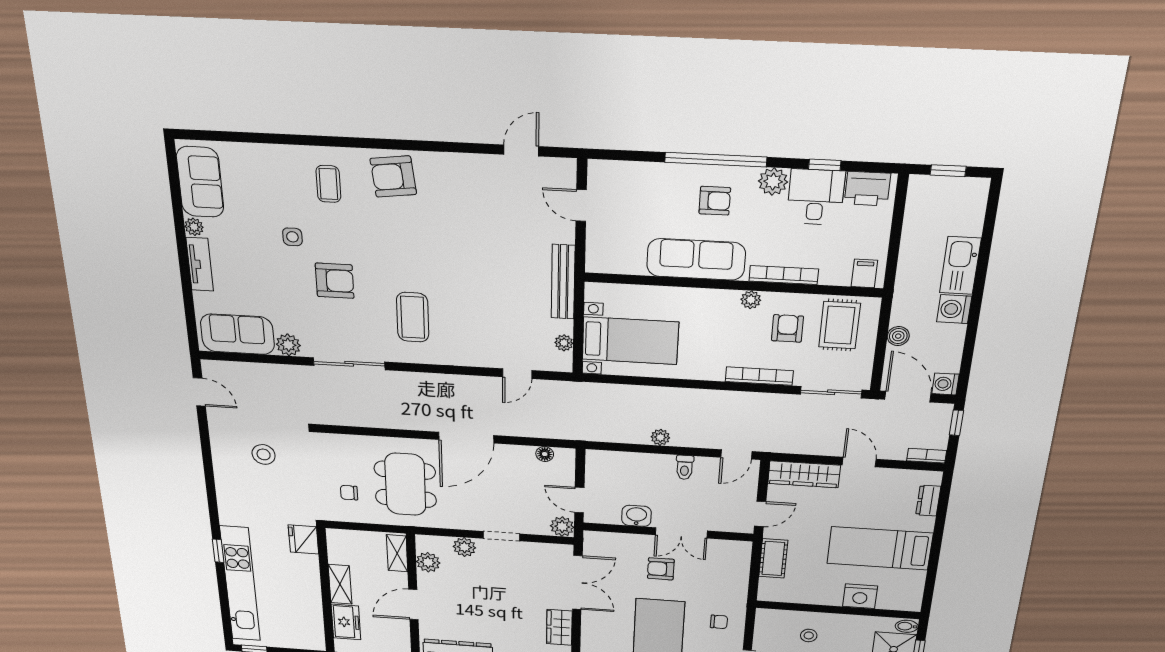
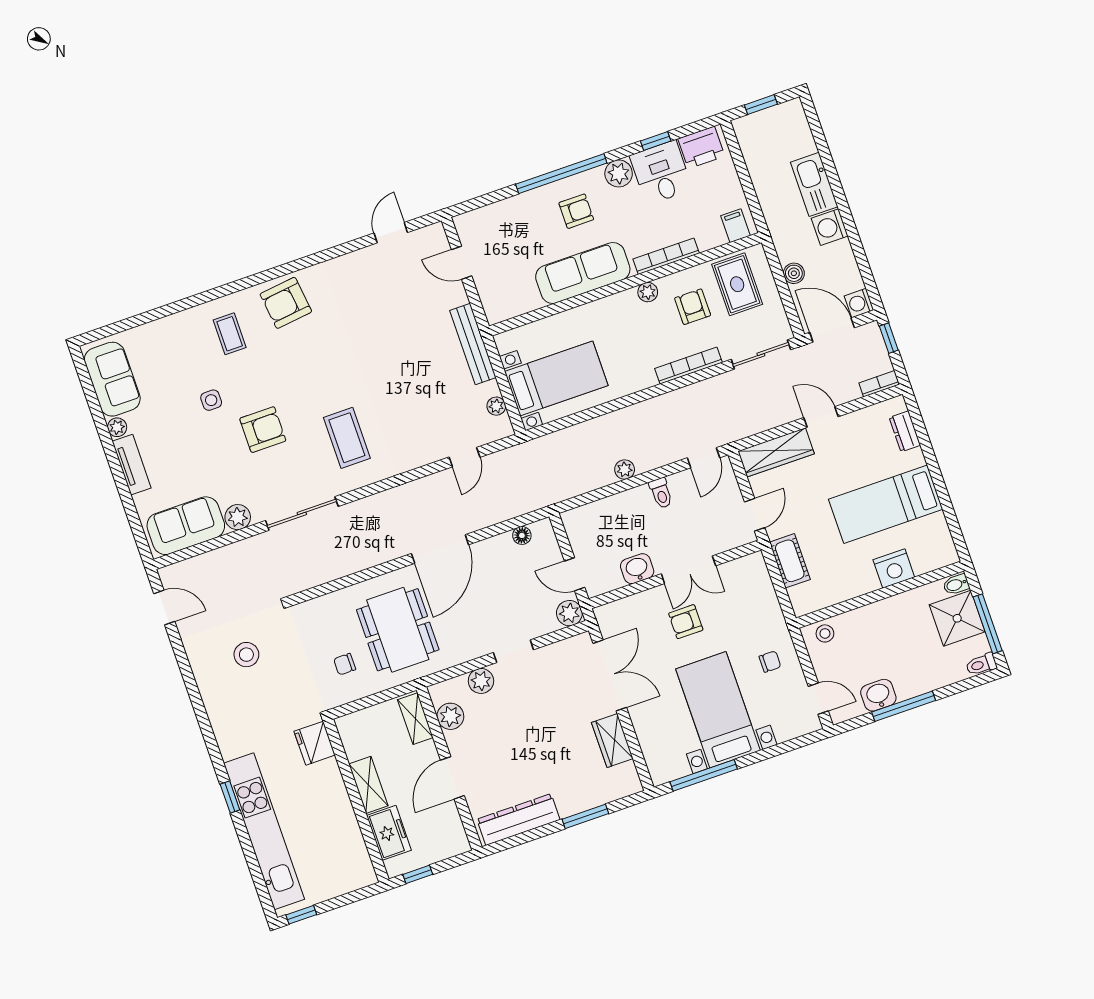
stool: (809, 635) -> (825, 633), moved

